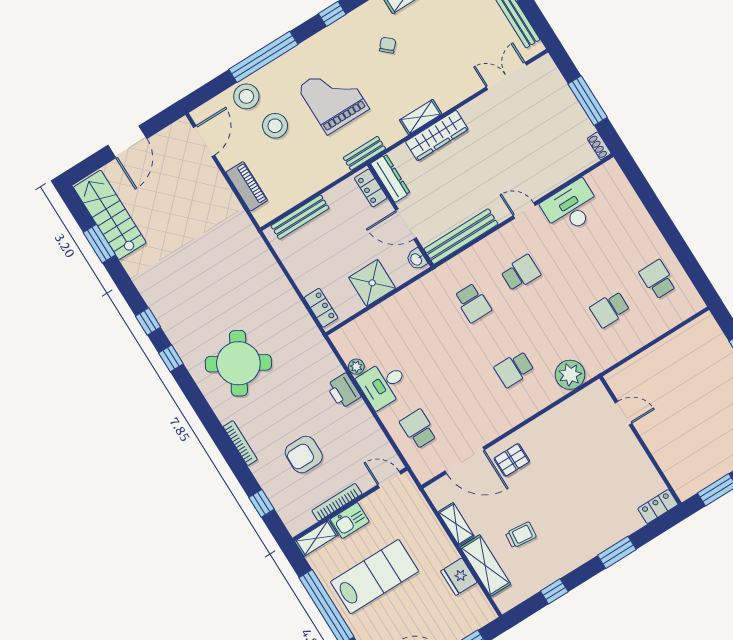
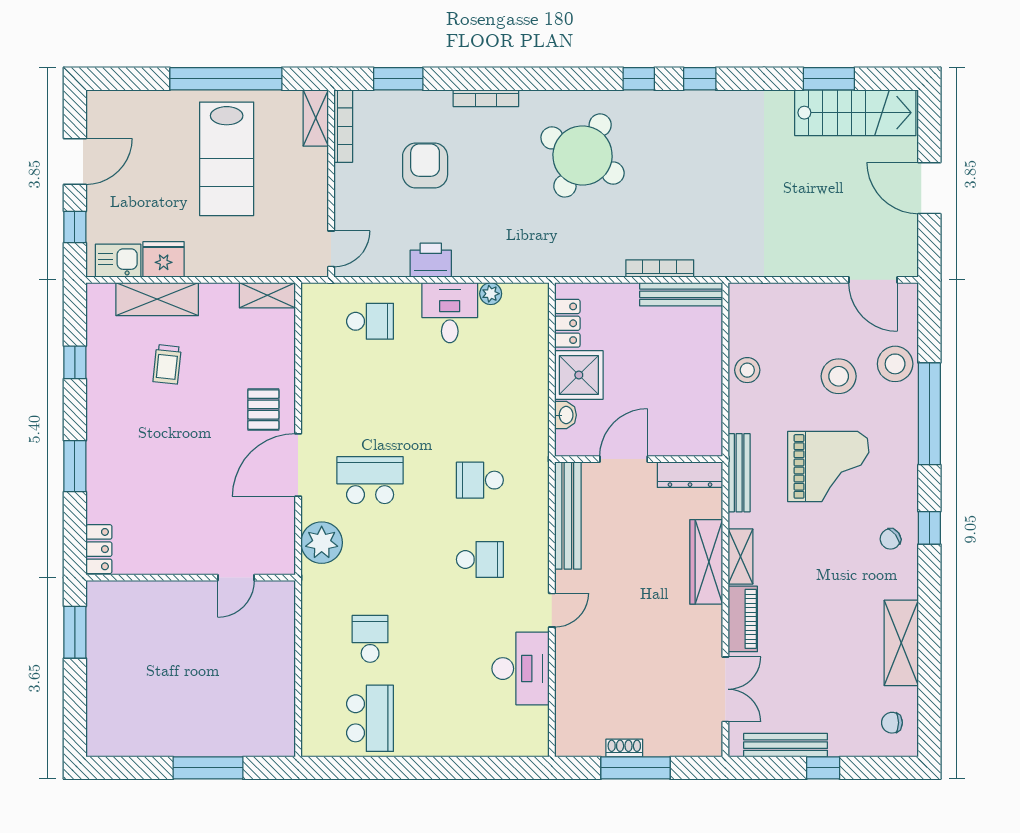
chair: (388, 45) -> (890, 539), moved, turned 101
shoe rack: (599, 146) -> (624, 748), moved
bench: (364, 153) -> (739, 473), width x1.36
stool: (306, 183) -> (747, 370), added
piano: (247, 186) -> (743, 619), moved, turned -90
locker: (371, 188) -> (693, 444), removed
bench: (300, 217) -> (681, 294), moved, turned 90
washbasin: (416, 259) -> (565, 415), moved, turned 90
school desk: (521, 273) -> (480, 559), turned -90
bookcase: (277, 274) -> (660, 269), added
school desk: (658, 279) -> (370, 718), width x1.85
locker: (321, 308) -> (567, 323), moved, turned -90
school desk: (514, 369) -> (370, 480), width x1.85
printer: (343, 391) -> (431, 260), moved
door: (465, 460) -> (298, 465), moved
bookcase: (337, 502) -> (343, 126), moved
window: (262, 503) -> (398, 79), width x1.50
kitchen sink: (350, 520) -> (118, 261), moved, turned 90
shelving: (456, 524) -> (267, 295), moved

